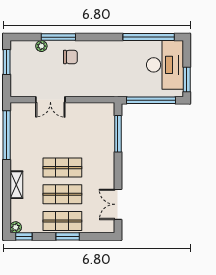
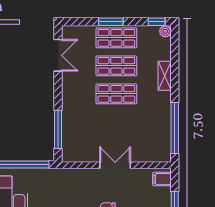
filing cabinet: (19, 86) -> (162, 179), added
double door: (50, 100) -> (115, 165), moved

